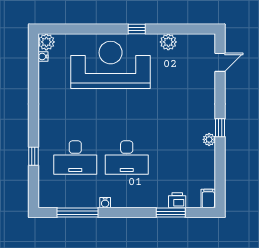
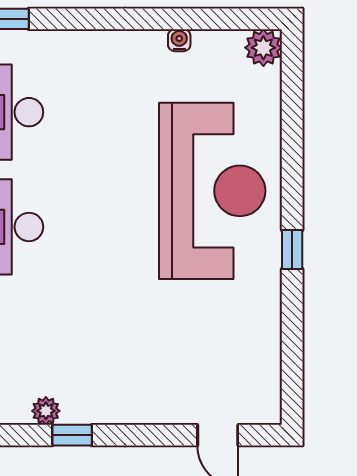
plant: (168, 42) -> (263, 320), removed
water cooler: (43, 56) -> (179, 40), moved

